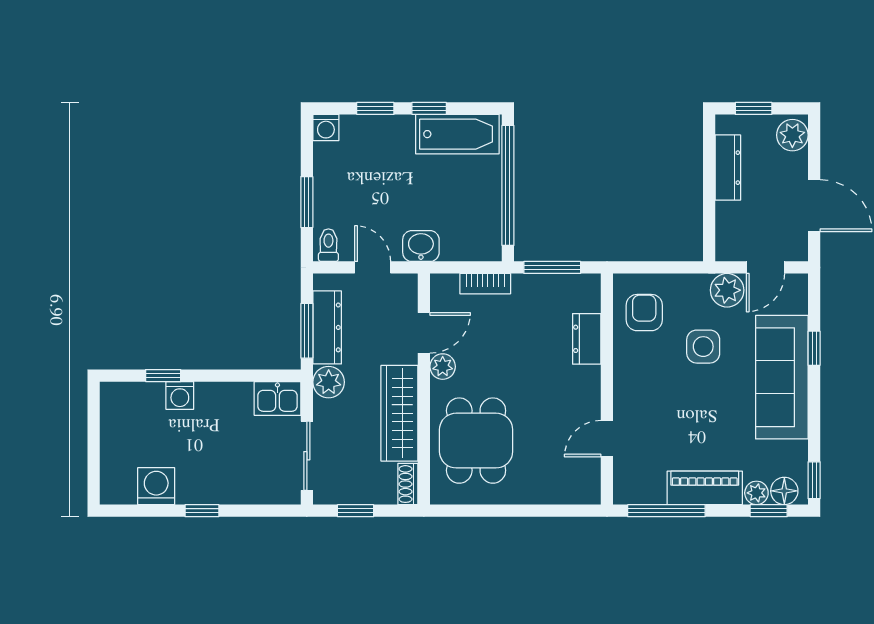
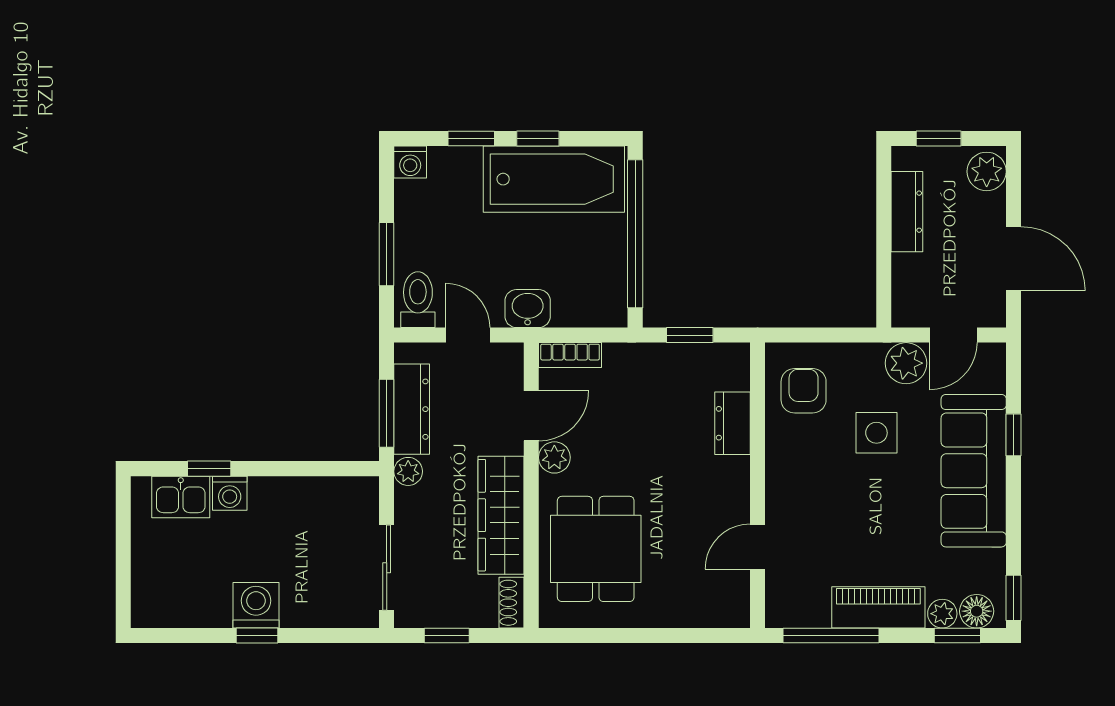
bathtub: (457, 134) -> (554, 179), width x1.36, depth x1.36
toilet: (328, 245) -> (418, 300), width x1.37, depth x1.39
window: (552, 267) -> (690, 335), width x0.67
bookcase: (485, 284) -> (570, 355), moved
plant: (329, 382) -> (408, 471), width x0.73, depth x0.73
kitchen sink: (277, 398) -> (181, 497), moved
washing machine: (156, 486) -> (256, 605), moved

